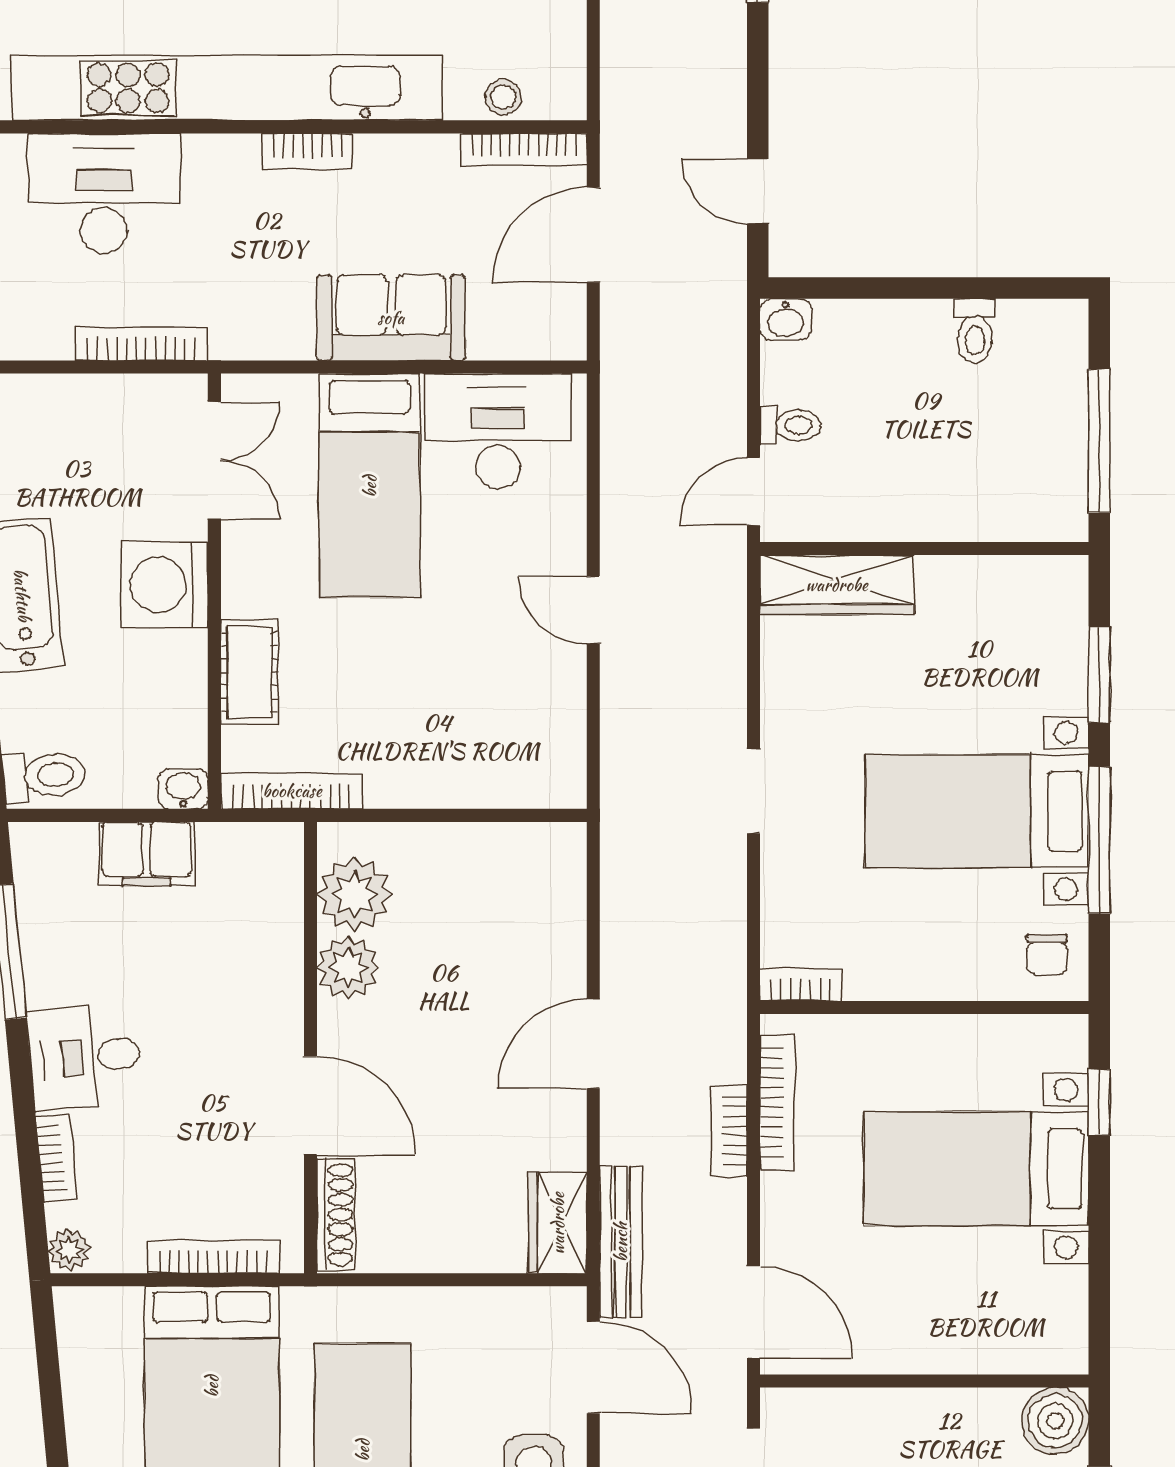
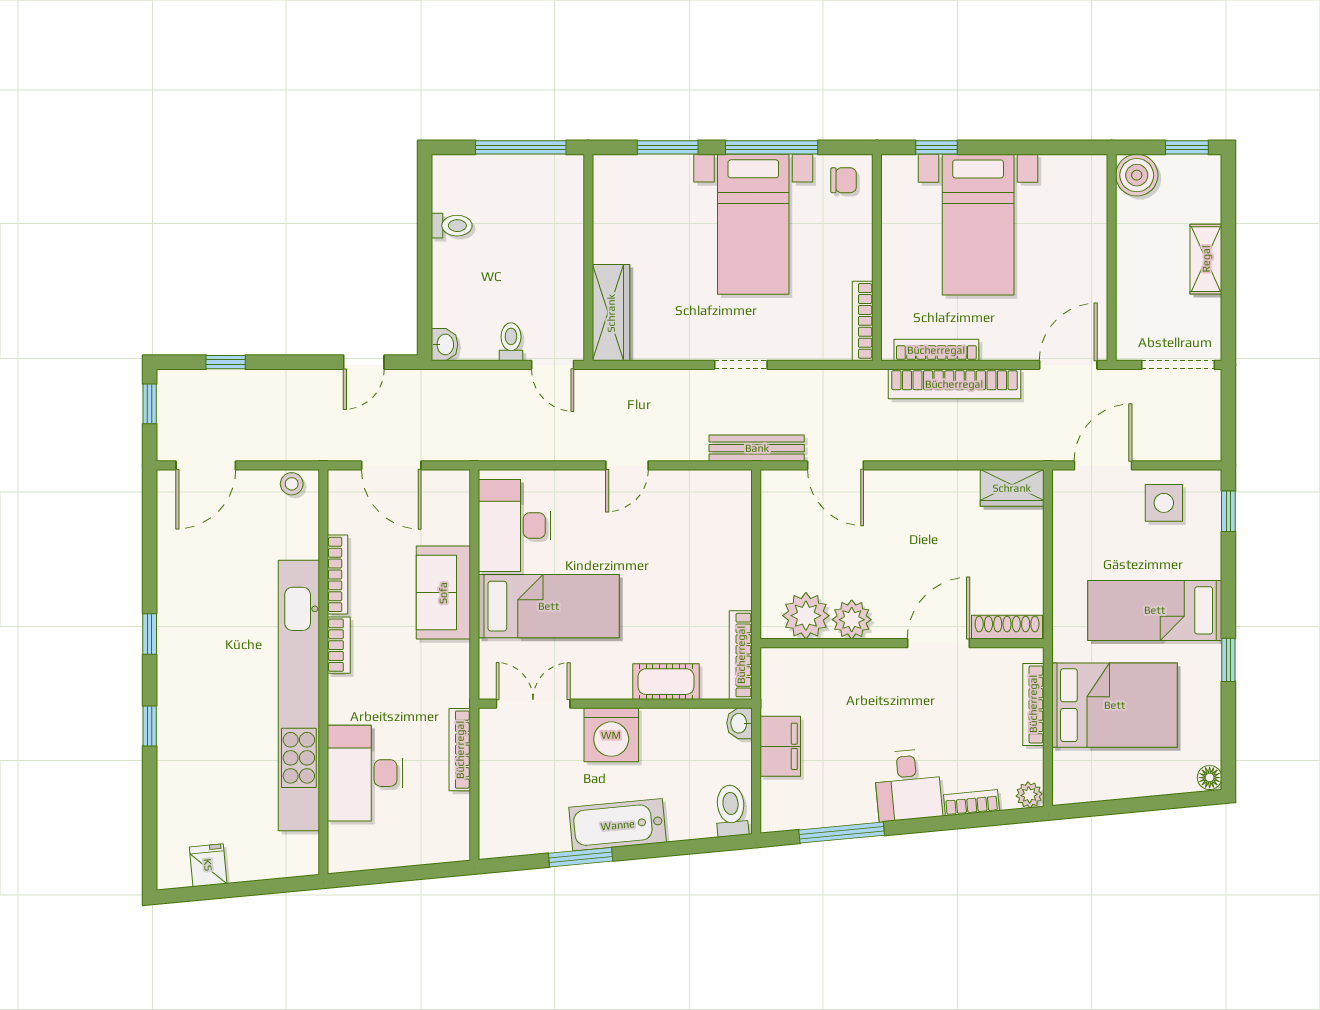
stool: (503, 97) -> (292, 484), moved
bookcase: (524, 149) -> (338, 574), moved
bookcase: (800, 985) -> (863, 321), width x1.56
door: (593, 1044) -> (835, 465), moved
bookcase: (729, 1131) -> (954, 384), width x2.31, depth x1.31
bench: (621, 1242) -> (757, 448), moved

